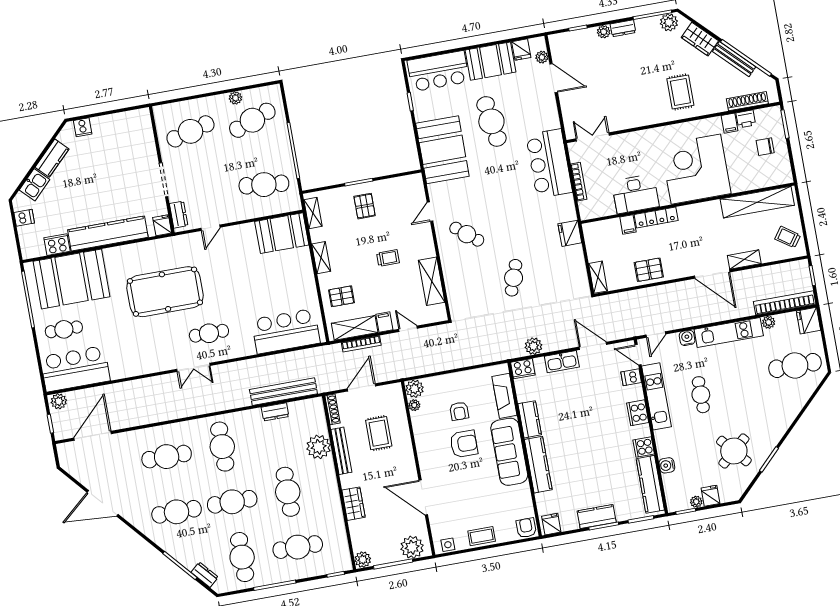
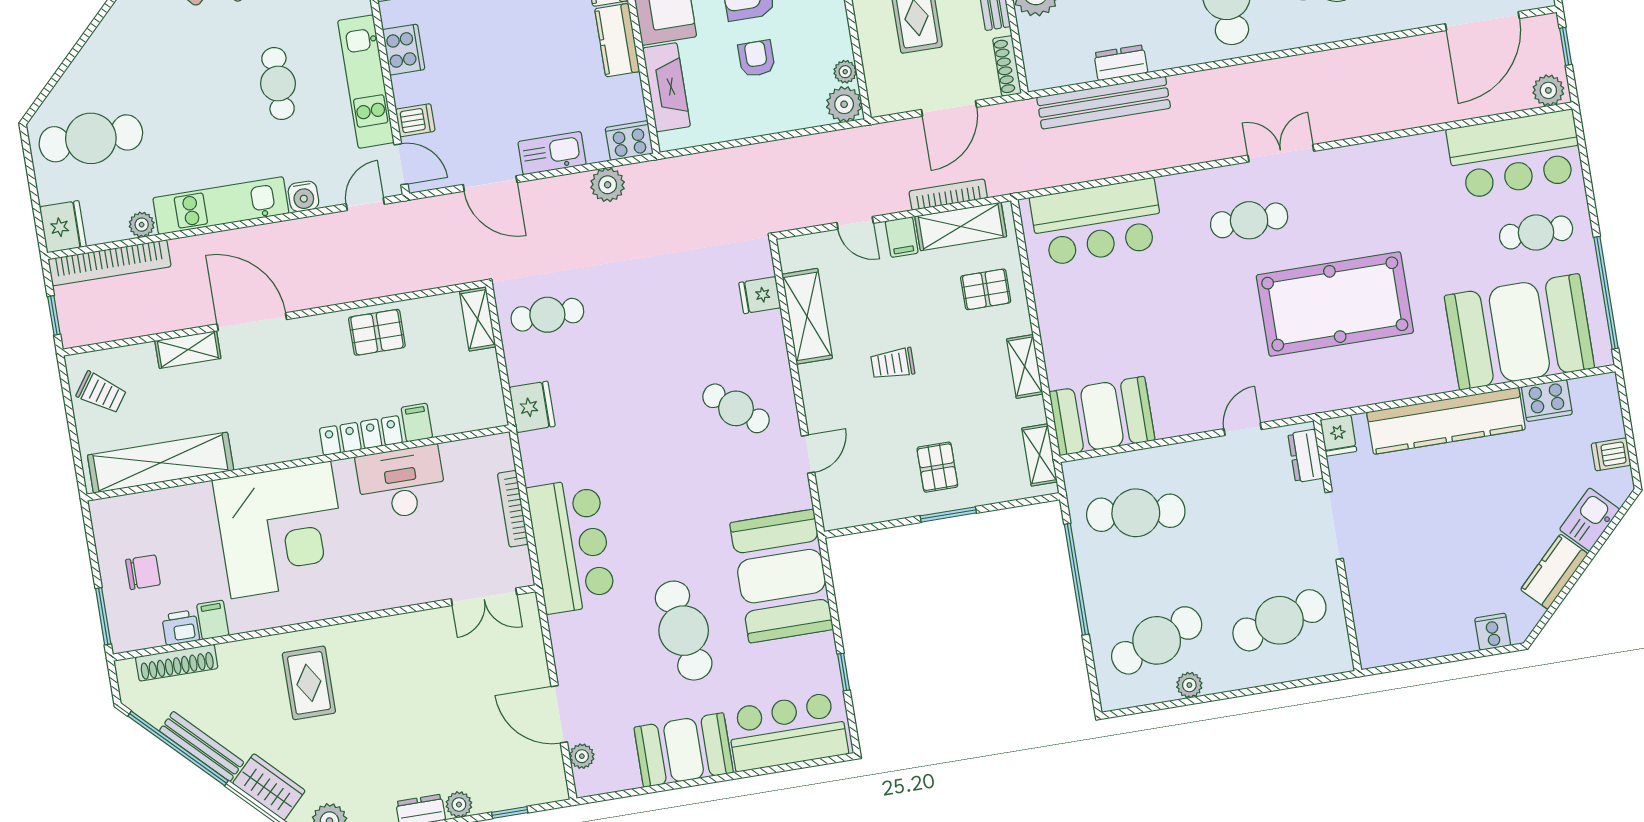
fridge: (521, 50) -> (760, 295), moved, turned -90
cafe table: (514, 278) -> (547, 315), moved, turned 71

